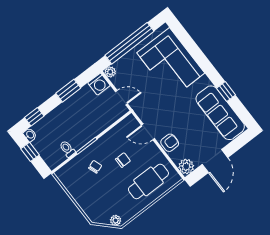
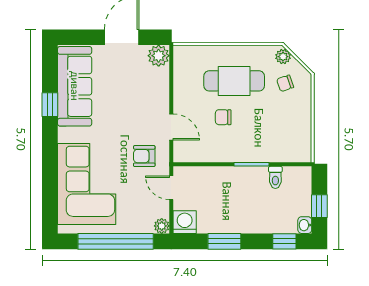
armchair: (170, 143) -> (144, 156), moved
chair: (95, 167) -> (285, 83), moved
cafe table: (148, 181) -> (234, 81), moved

